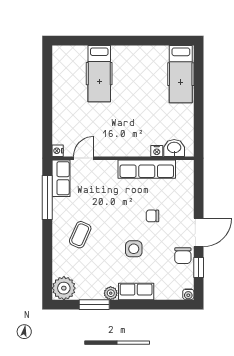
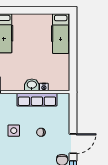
washbasin: (174, 148) -> (32, 85), moved
side table: (134, 249) -> (14, 131), moved

